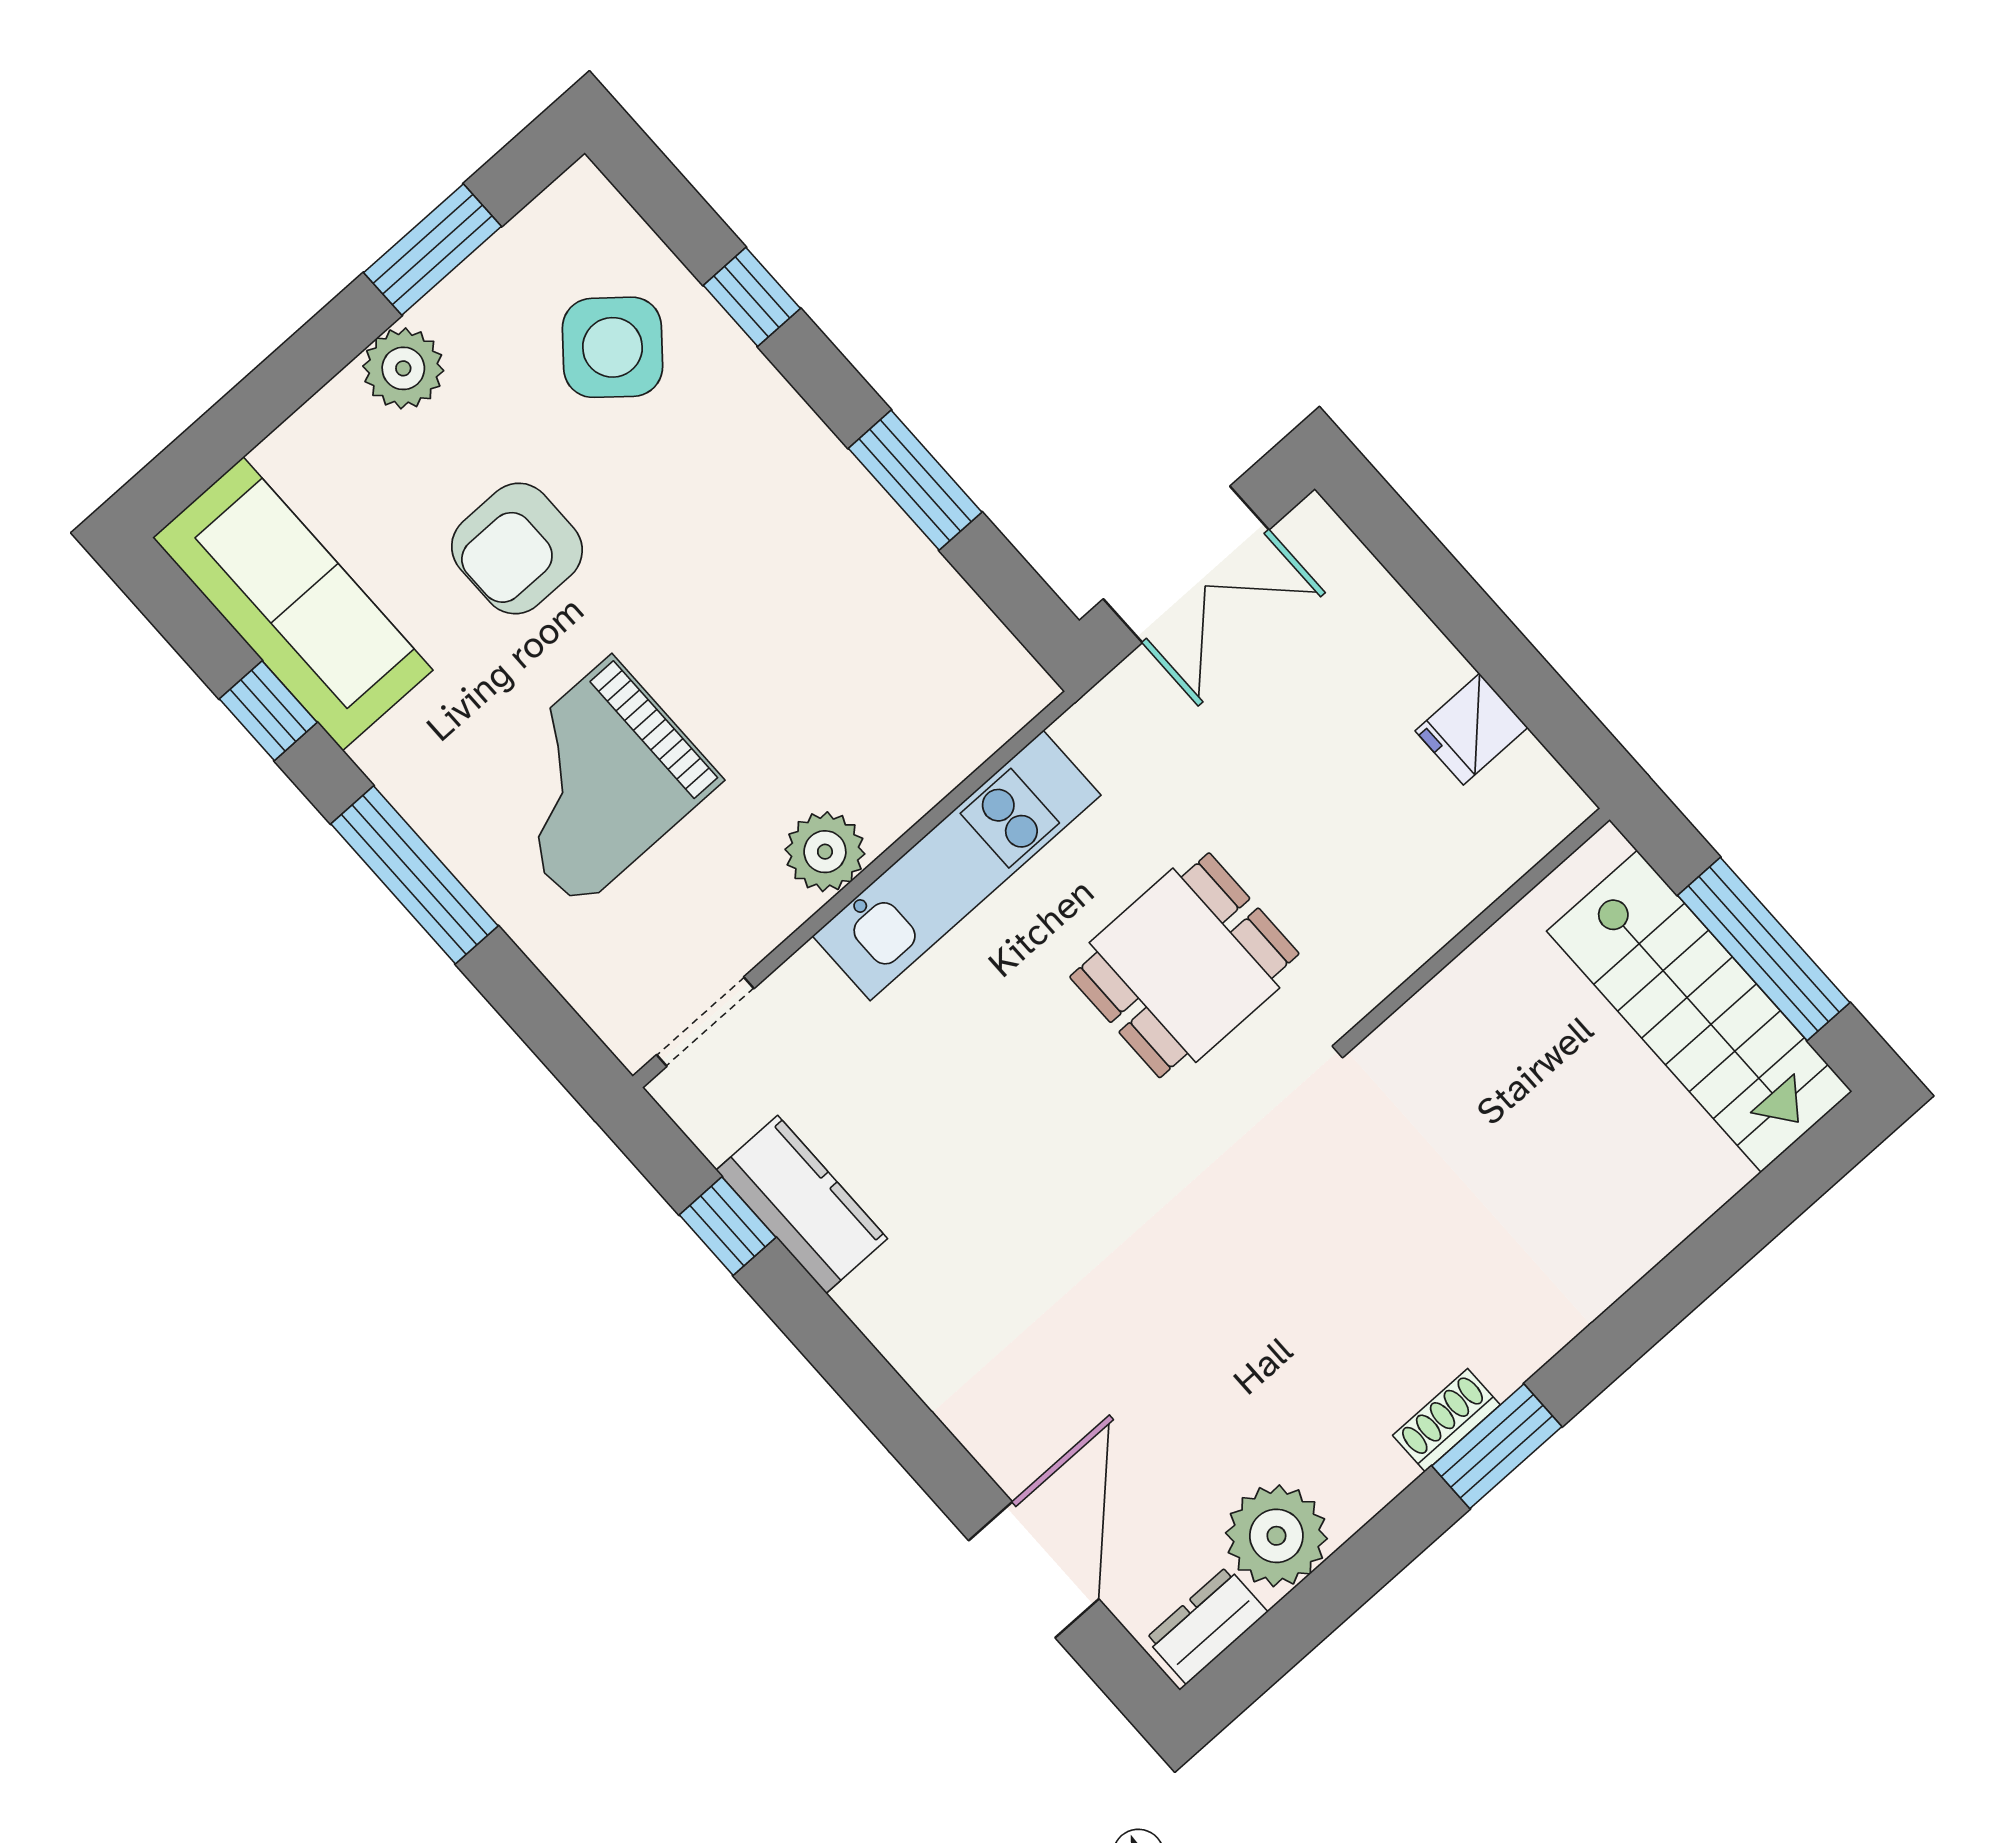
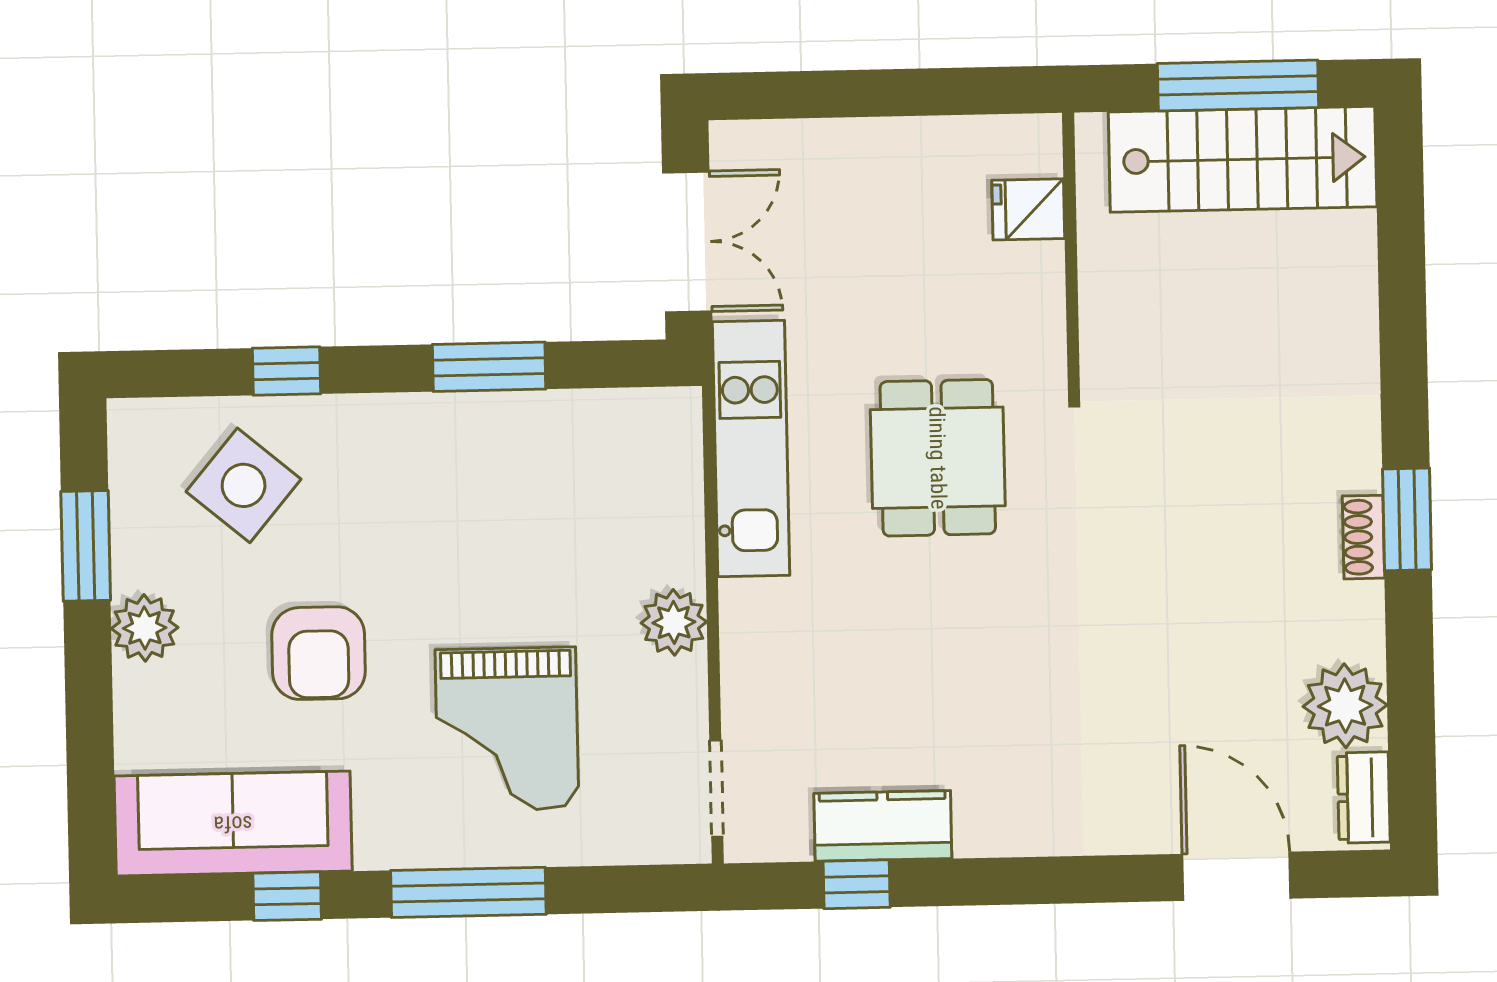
fridge: (1471, 729) -> (1028, 209), moved, turned 90
kitchen unit: (957, 866) -> (751, 449), moved

